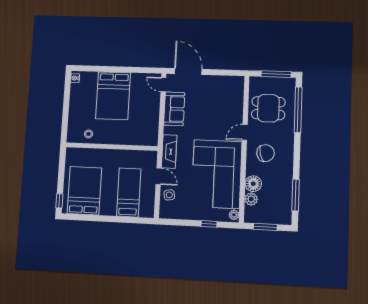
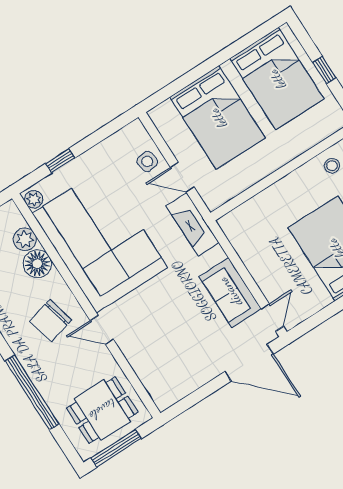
door: (163, 85) -> (272, 318), hinge flipped
dining table: (268, 108) -> (102, 410), moved
window: (298, 110) -> (32, 393), moved
door: (245, 132) -> (102, 330), swing flipped
bed: (129, 192) -> (218, 118), width x1.50
window: (59, 201) -> (324, 70), moved

